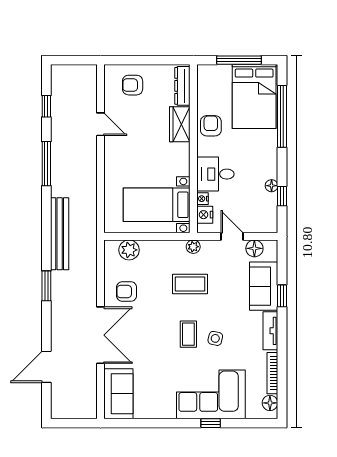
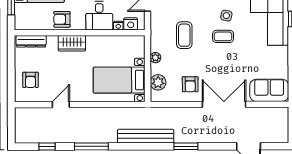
wardrobe: (180, 124) -> (72, 43), moved
bed with nightstands: (157, 205) -> (119, 80), moved, turned 90
plant: (193, 247) -> (155, 58), moved

